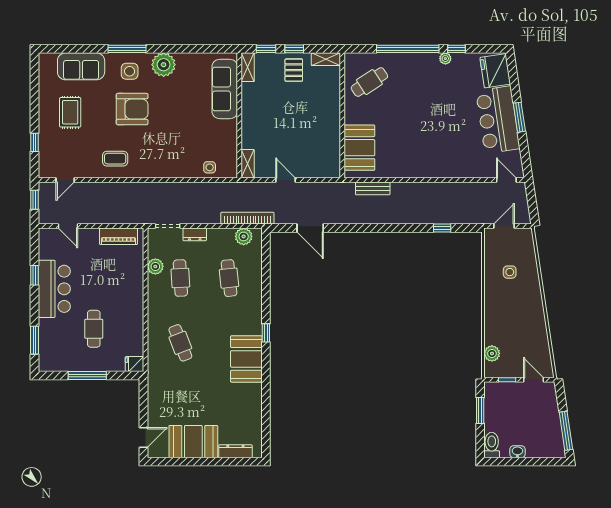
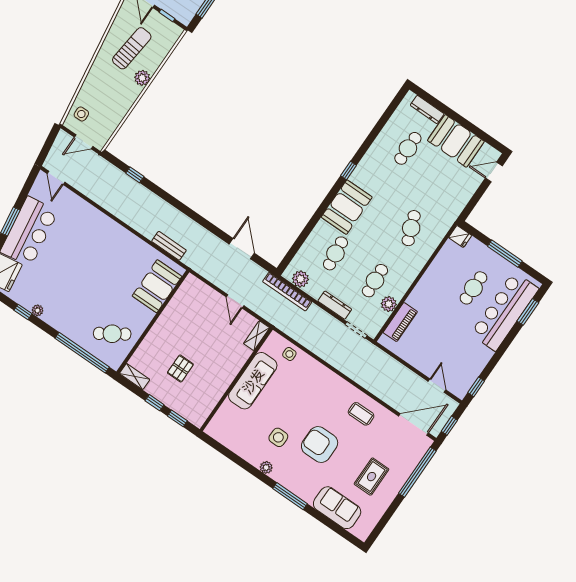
window: (408, 49) -> (82, 353), moved
plant: (164, 65) -> (266, 467), width x0.53, depth x0.53
shelving: (248, 67) -> (203, 414), removed
pallet: (294, 70) -> (180, 369), moved
side table: (130, 71) -> (278, 437), moved
sofa: (225, 89) -> (253, 381), moved
window: (34, 142) -> (417, 472), width x3.17
door: (65, 180) -> (413, 425), width x1.88
dresser: (195, 234) -> (335, 305), width x1.44
piano: (118, 236) -> (400, 322), moved, turned 90
side table: (510, 272) -> (81, 114), moved
window: (34, 275) -> (476, 387), moved
bar counter: (54, 289) -> (505, 311), moved, width x1.36
sun lounger: (518, 332) -> (132, 48), added
window: (266, 333) -> (349, 171), moved
plant: (492, 353) -> (142, 78), moved
booth: (246, 359) -> (347, 207), moved
cafe table: (229, 408) -> (408, 148), added

